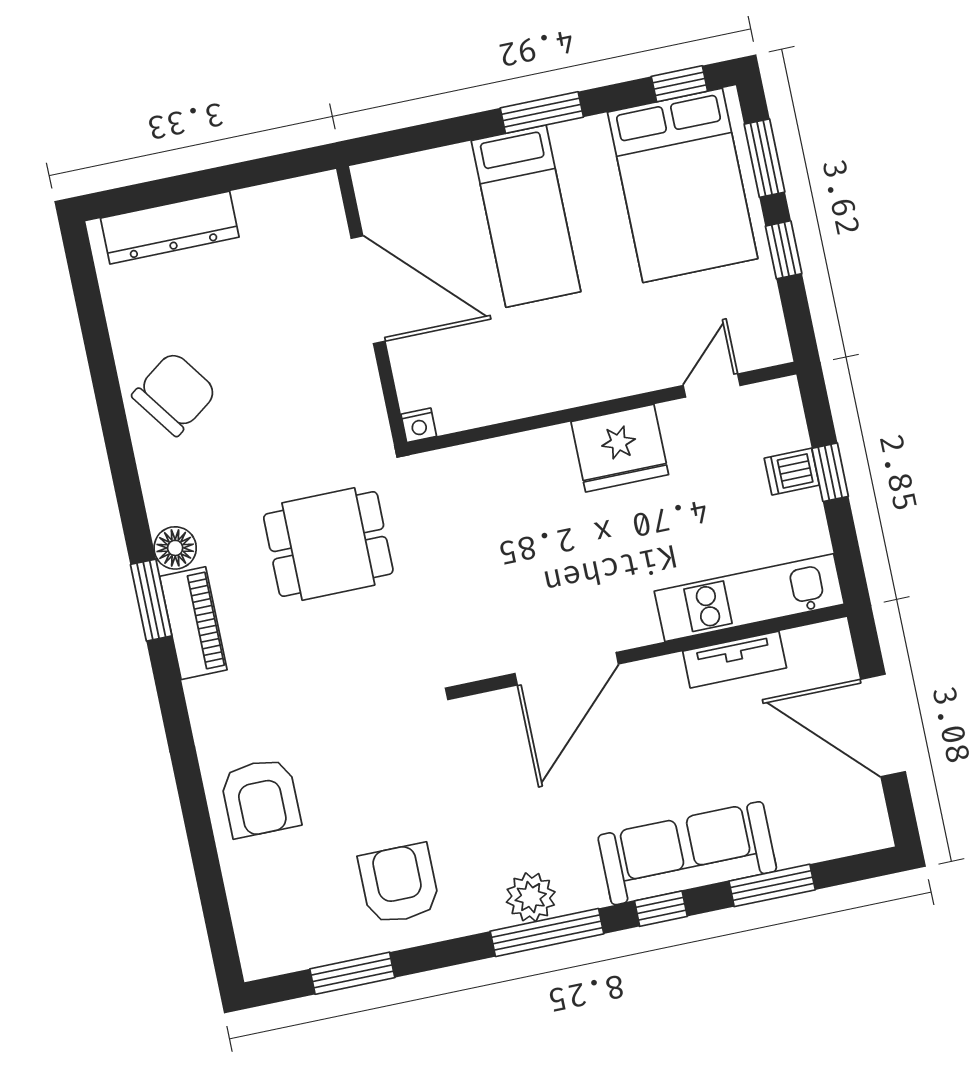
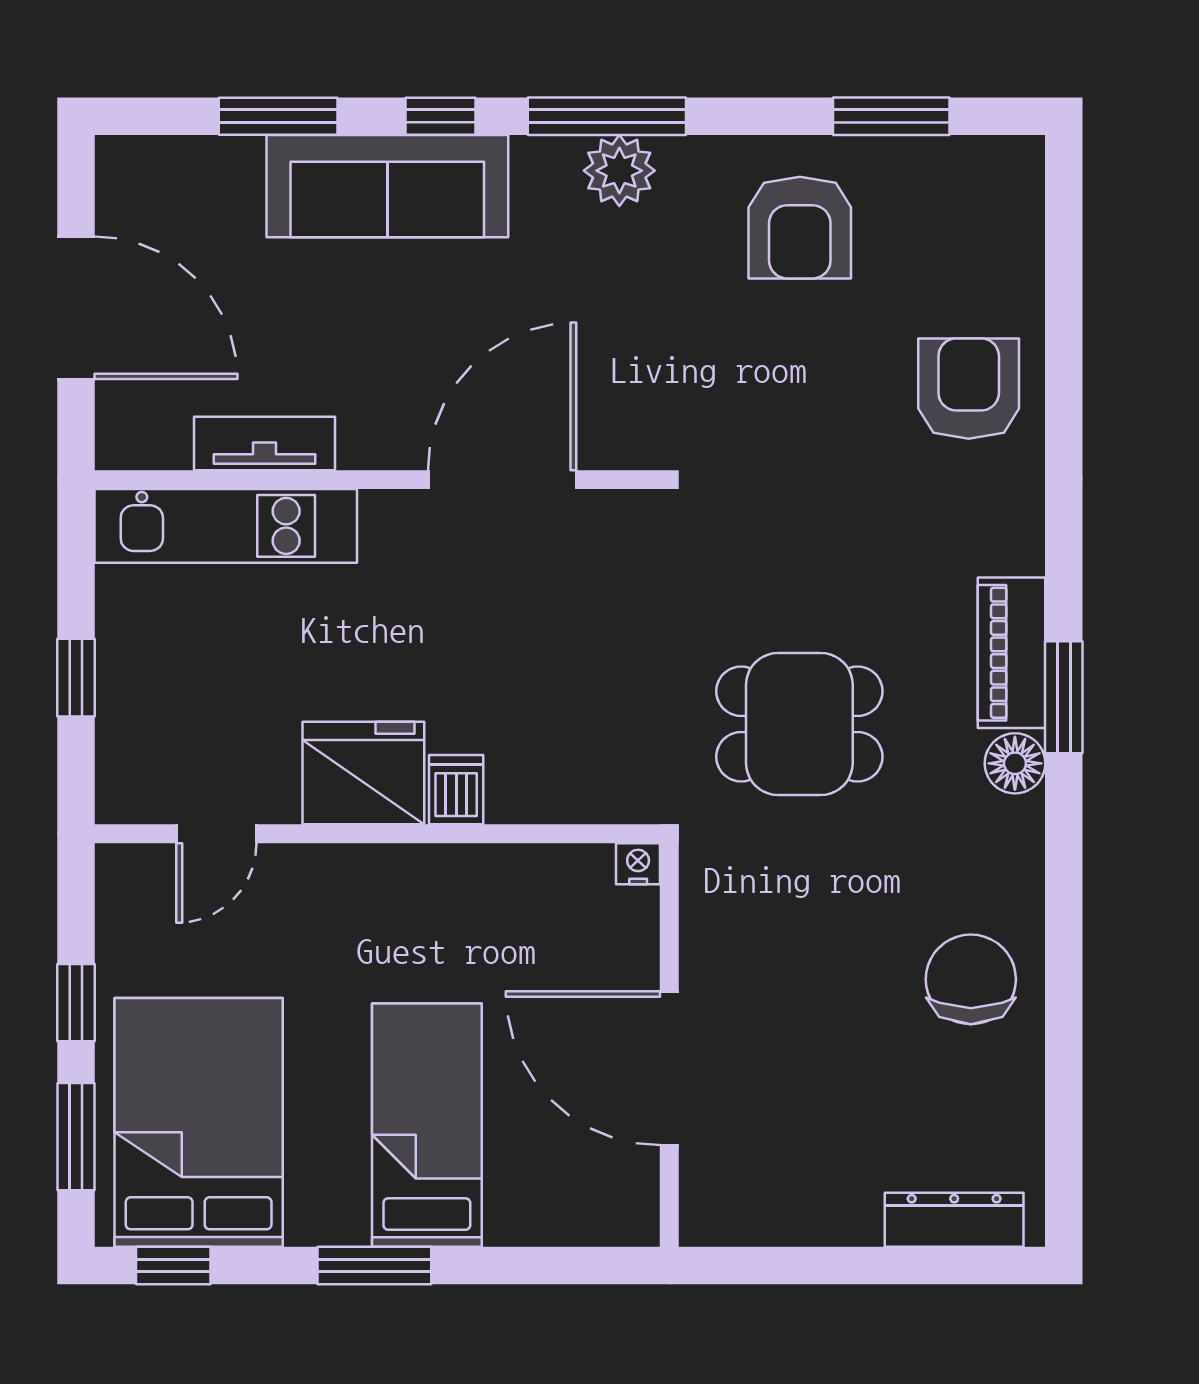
dresser: (170, 228) -> (954, 1220), width x0.73, depth x0.80
chair: (174, 394) -> (971, 979), turned 126
dishwasher: (792, 472) -> (456, 790), moved, turned -90

